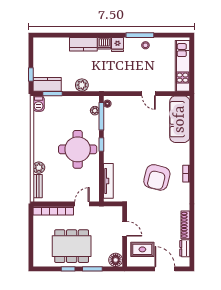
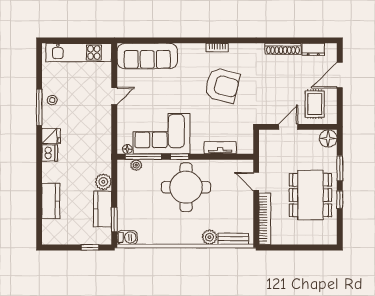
kitchen counter: (83, 44) -> (51, 201), moved
kitchen counter: (47, 84) -> (102, 209), moved
corner sofa: (119, 130) -> (162, 134), added
tv unit: (108, 181) -> (220, 148), width x0.71

